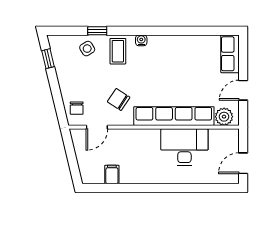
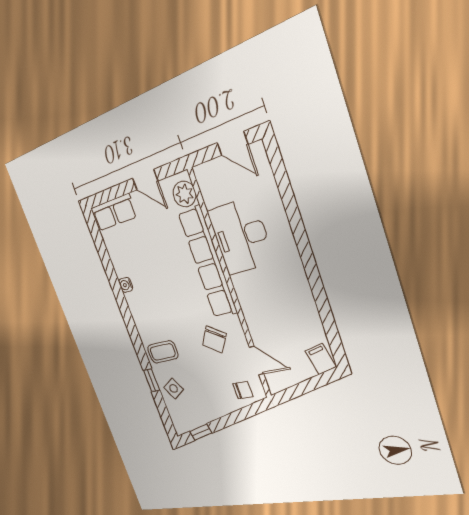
water cooler: (141, 40) -> (126, 285), moved
filing cabinet: (112, 174) -> (321, 359), moved, turned 77

